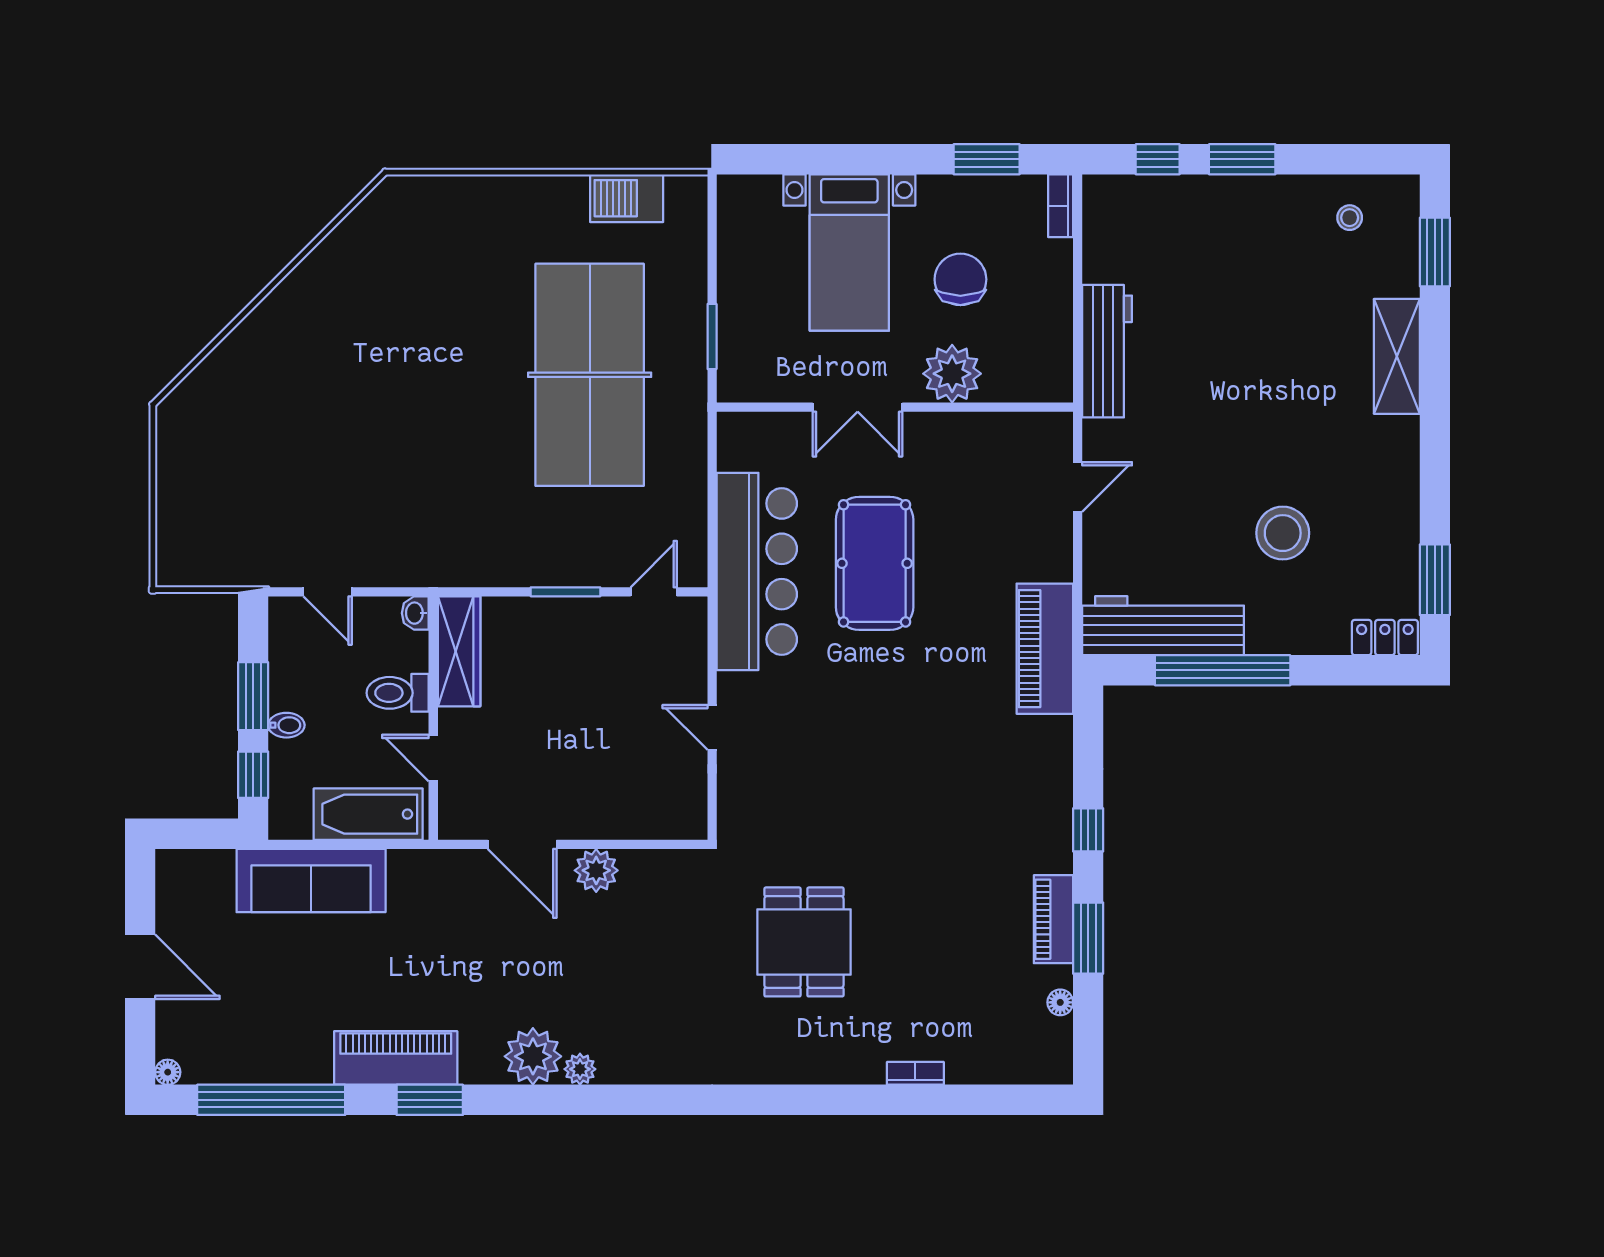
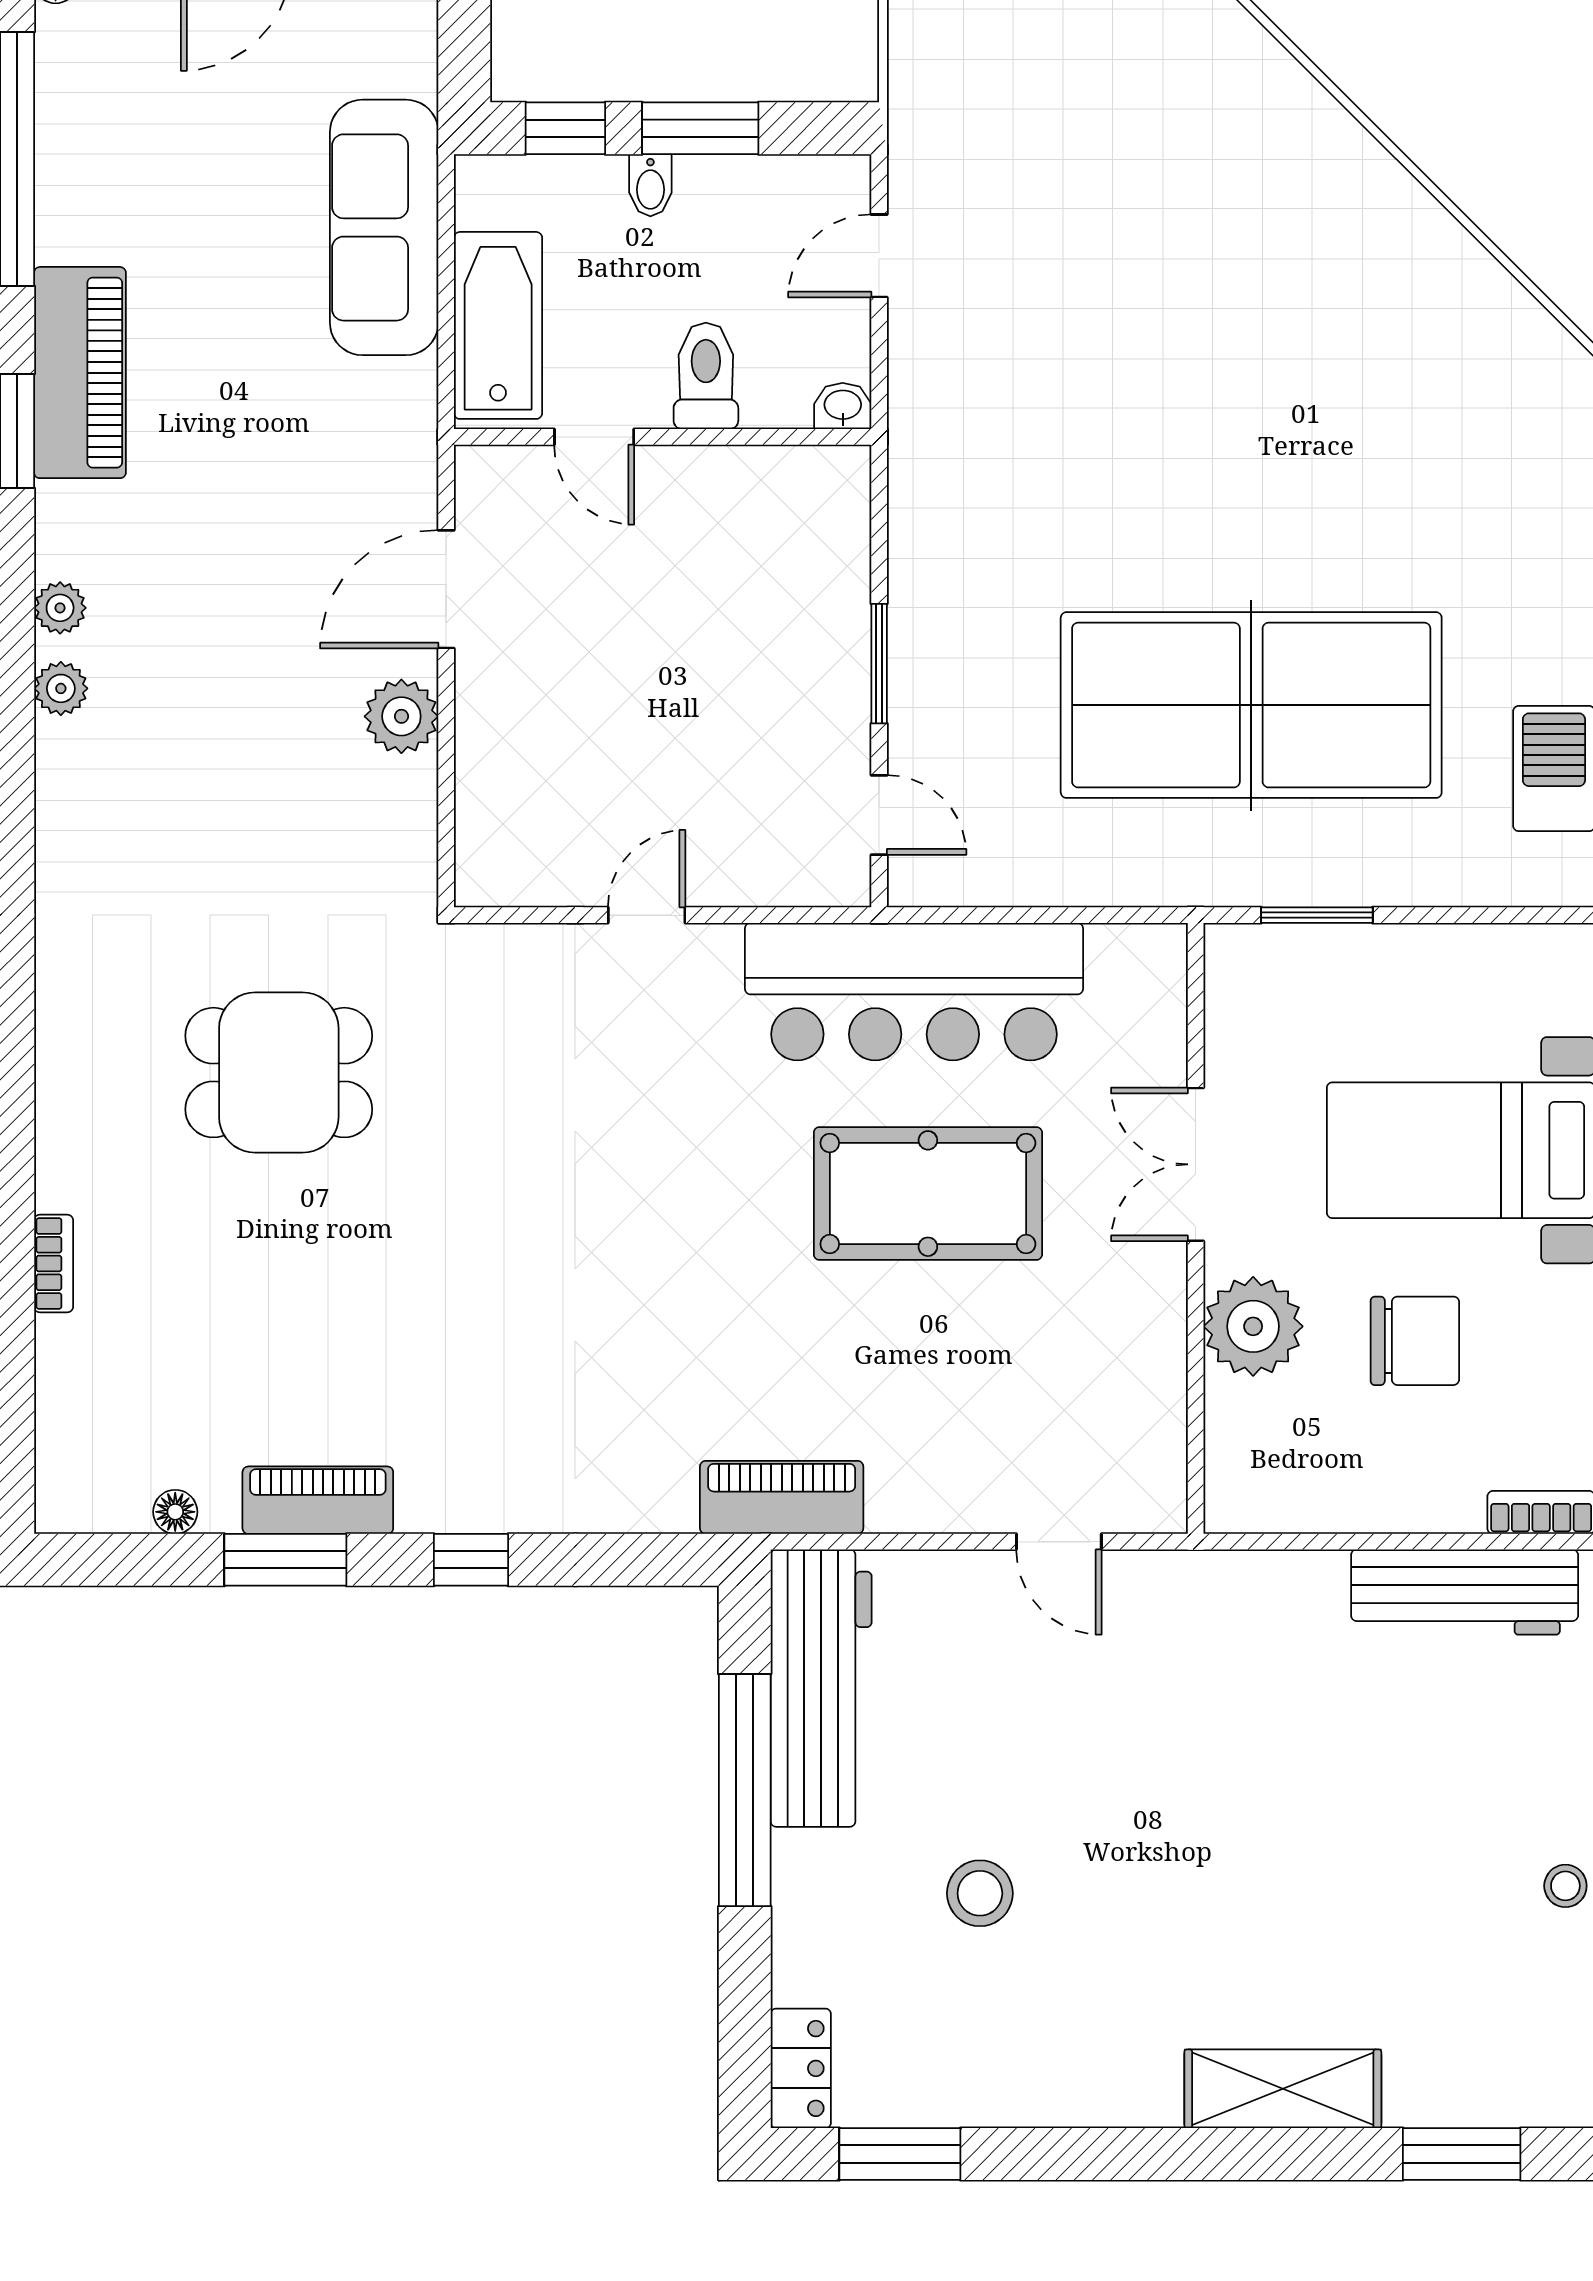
stool: (1350, 218) -> (1565, 1886), moved
workbench: (1107, 351) -> (1465, 1592), moved
stool: (1283, 533) -> (980, 1893), width x0.73, depth x0.73
piano: (1045, 649) -> (782, 1497), width x0.73, depth x0.75
wardrobe: (459, 651) -> (777, 481), removed
door: (433, 758) -> (594, 437), swing flipped
plant: (533, 1056) -> (60, 608), width x0.53, depth x0.53

